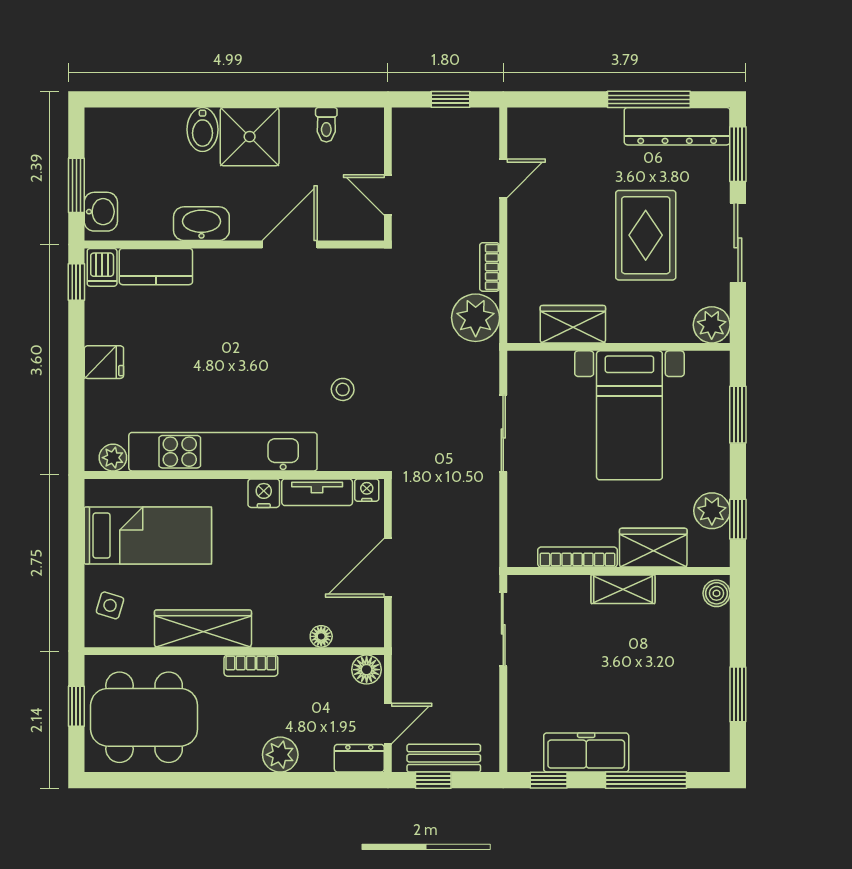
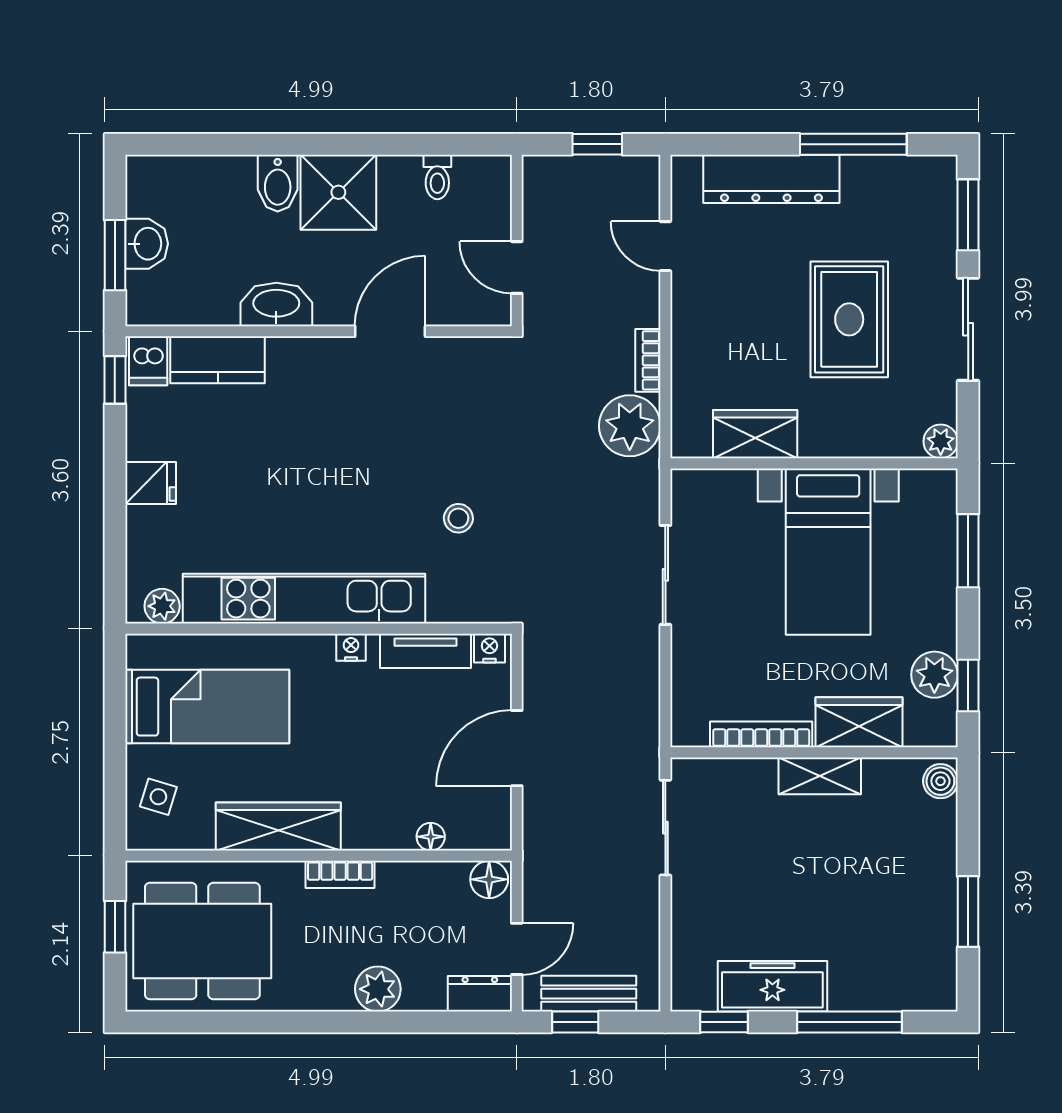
dresser: (677, 126) -> (771, 179), moved
door: (503, 178) -> (665, 246), swing flipped
washbasin: (101, 212) -> (147, 244), moved
plant: (712, 325) -> (941, 441), width x0.73, depth x0.73
nightstand: (264, 493) -> (351, 647), width x0.72, depth x0.74

